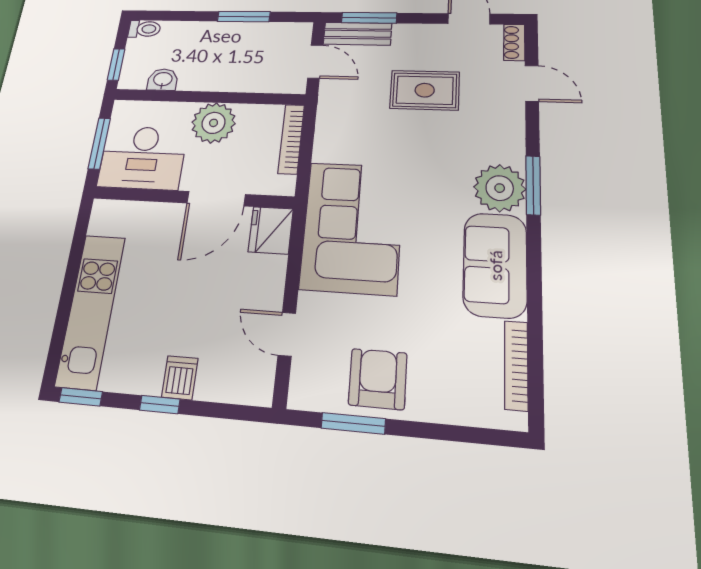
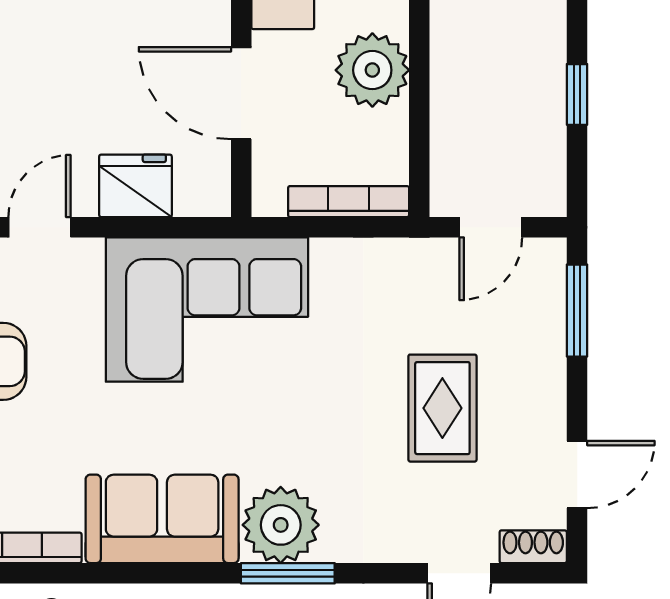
window: (244, 17) -> (577, 94), width x0.67
bench: (357, 34) -> (546, 293), removed
fridge: (271, 230) -> (135, 186), moved

